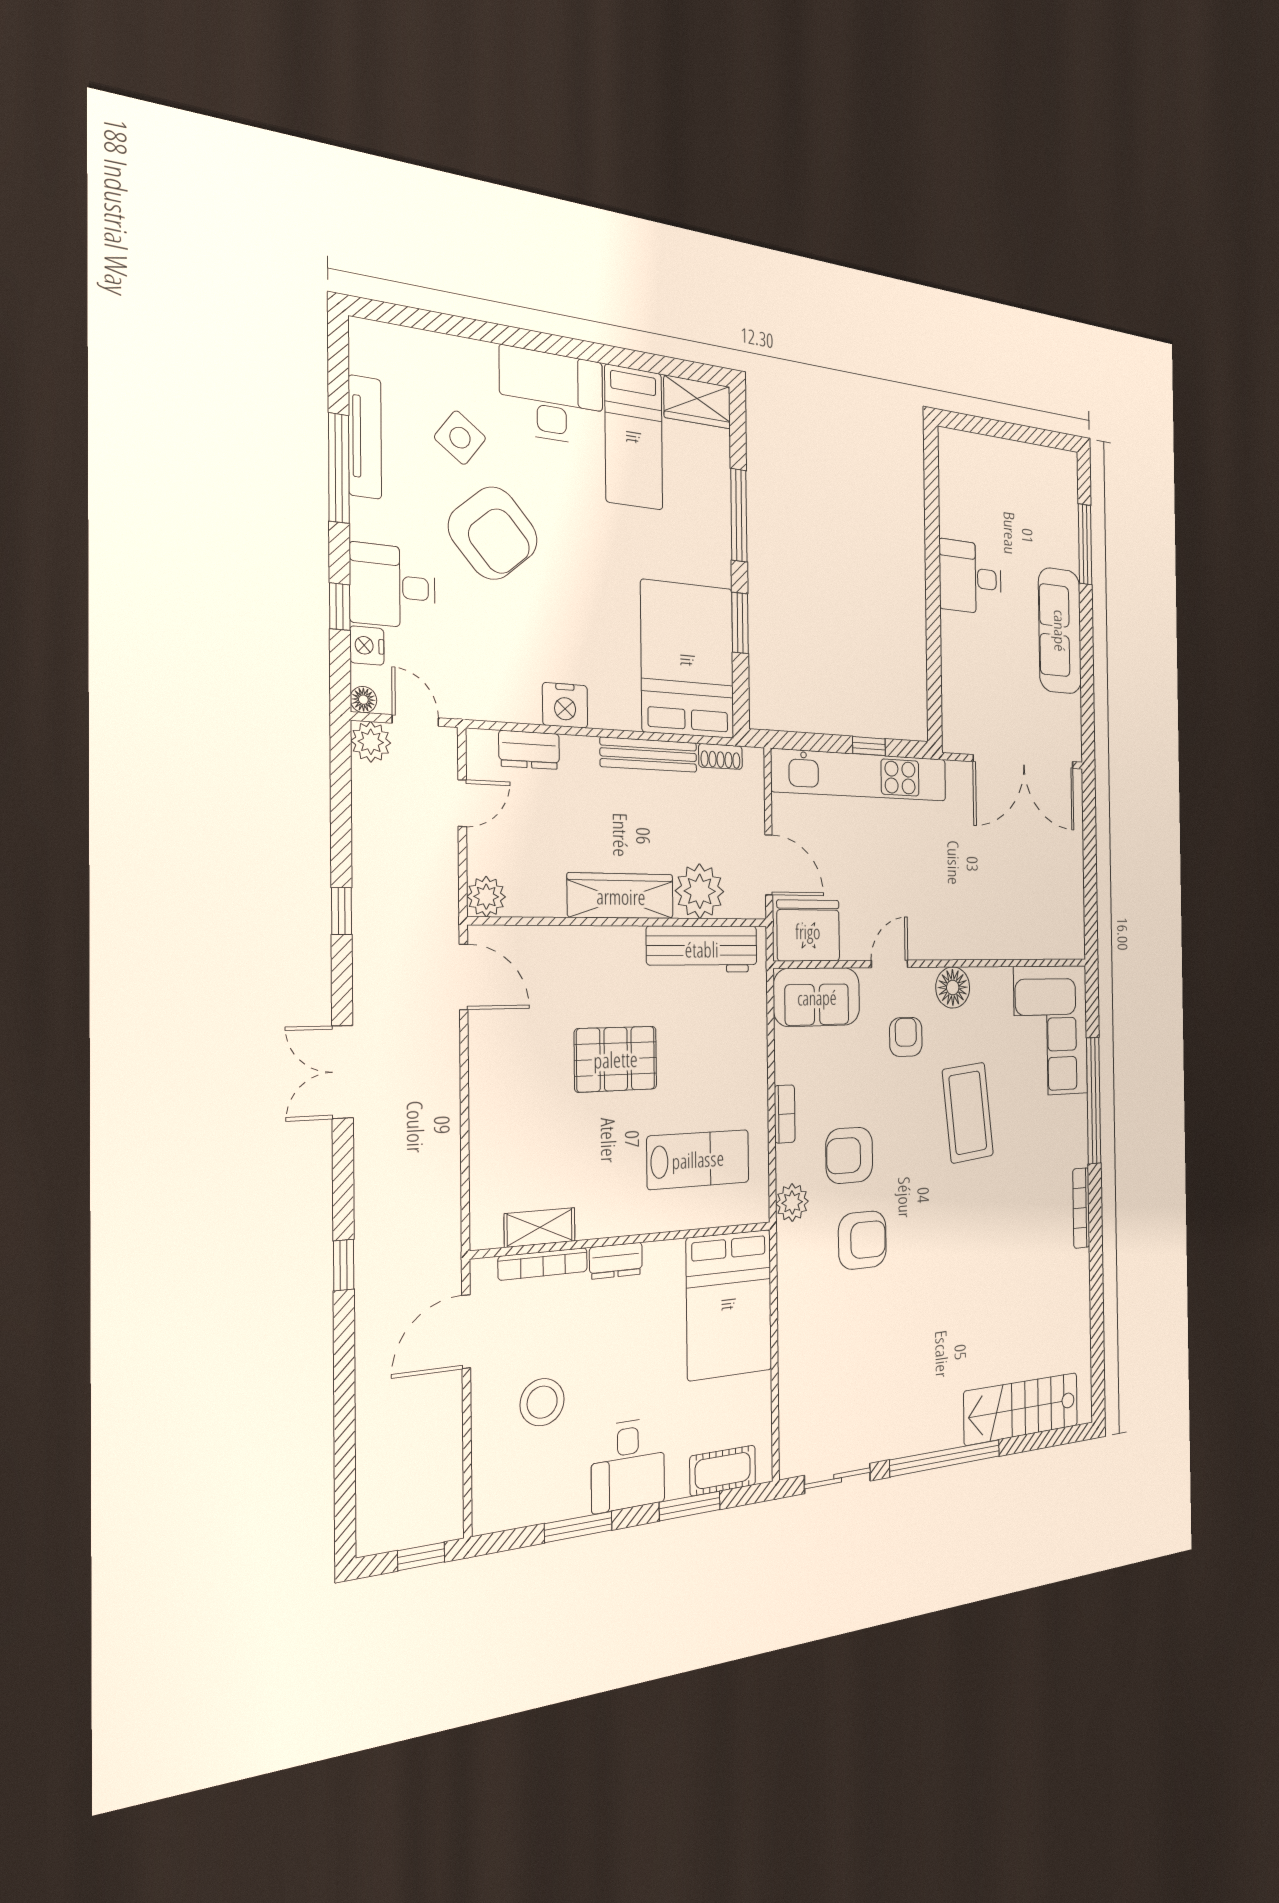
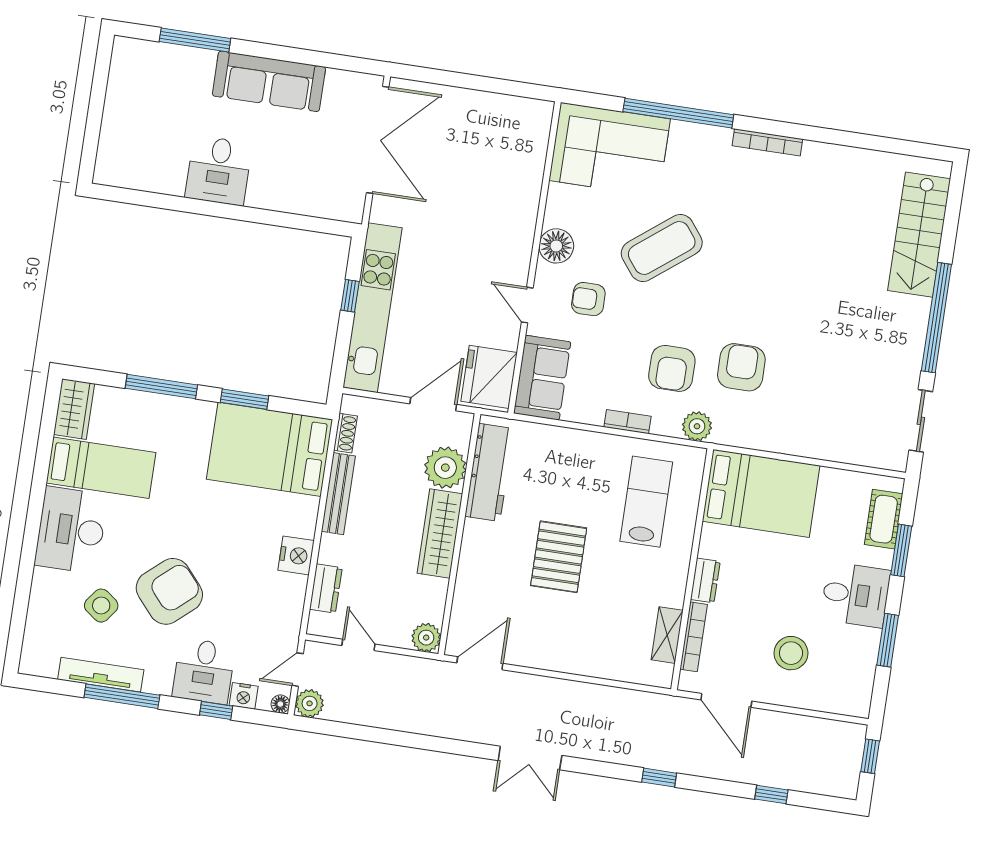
window: (342, 911) -> (771, 794), moved
coffee table: (968, 1113) -> (662, 248), turned -32

